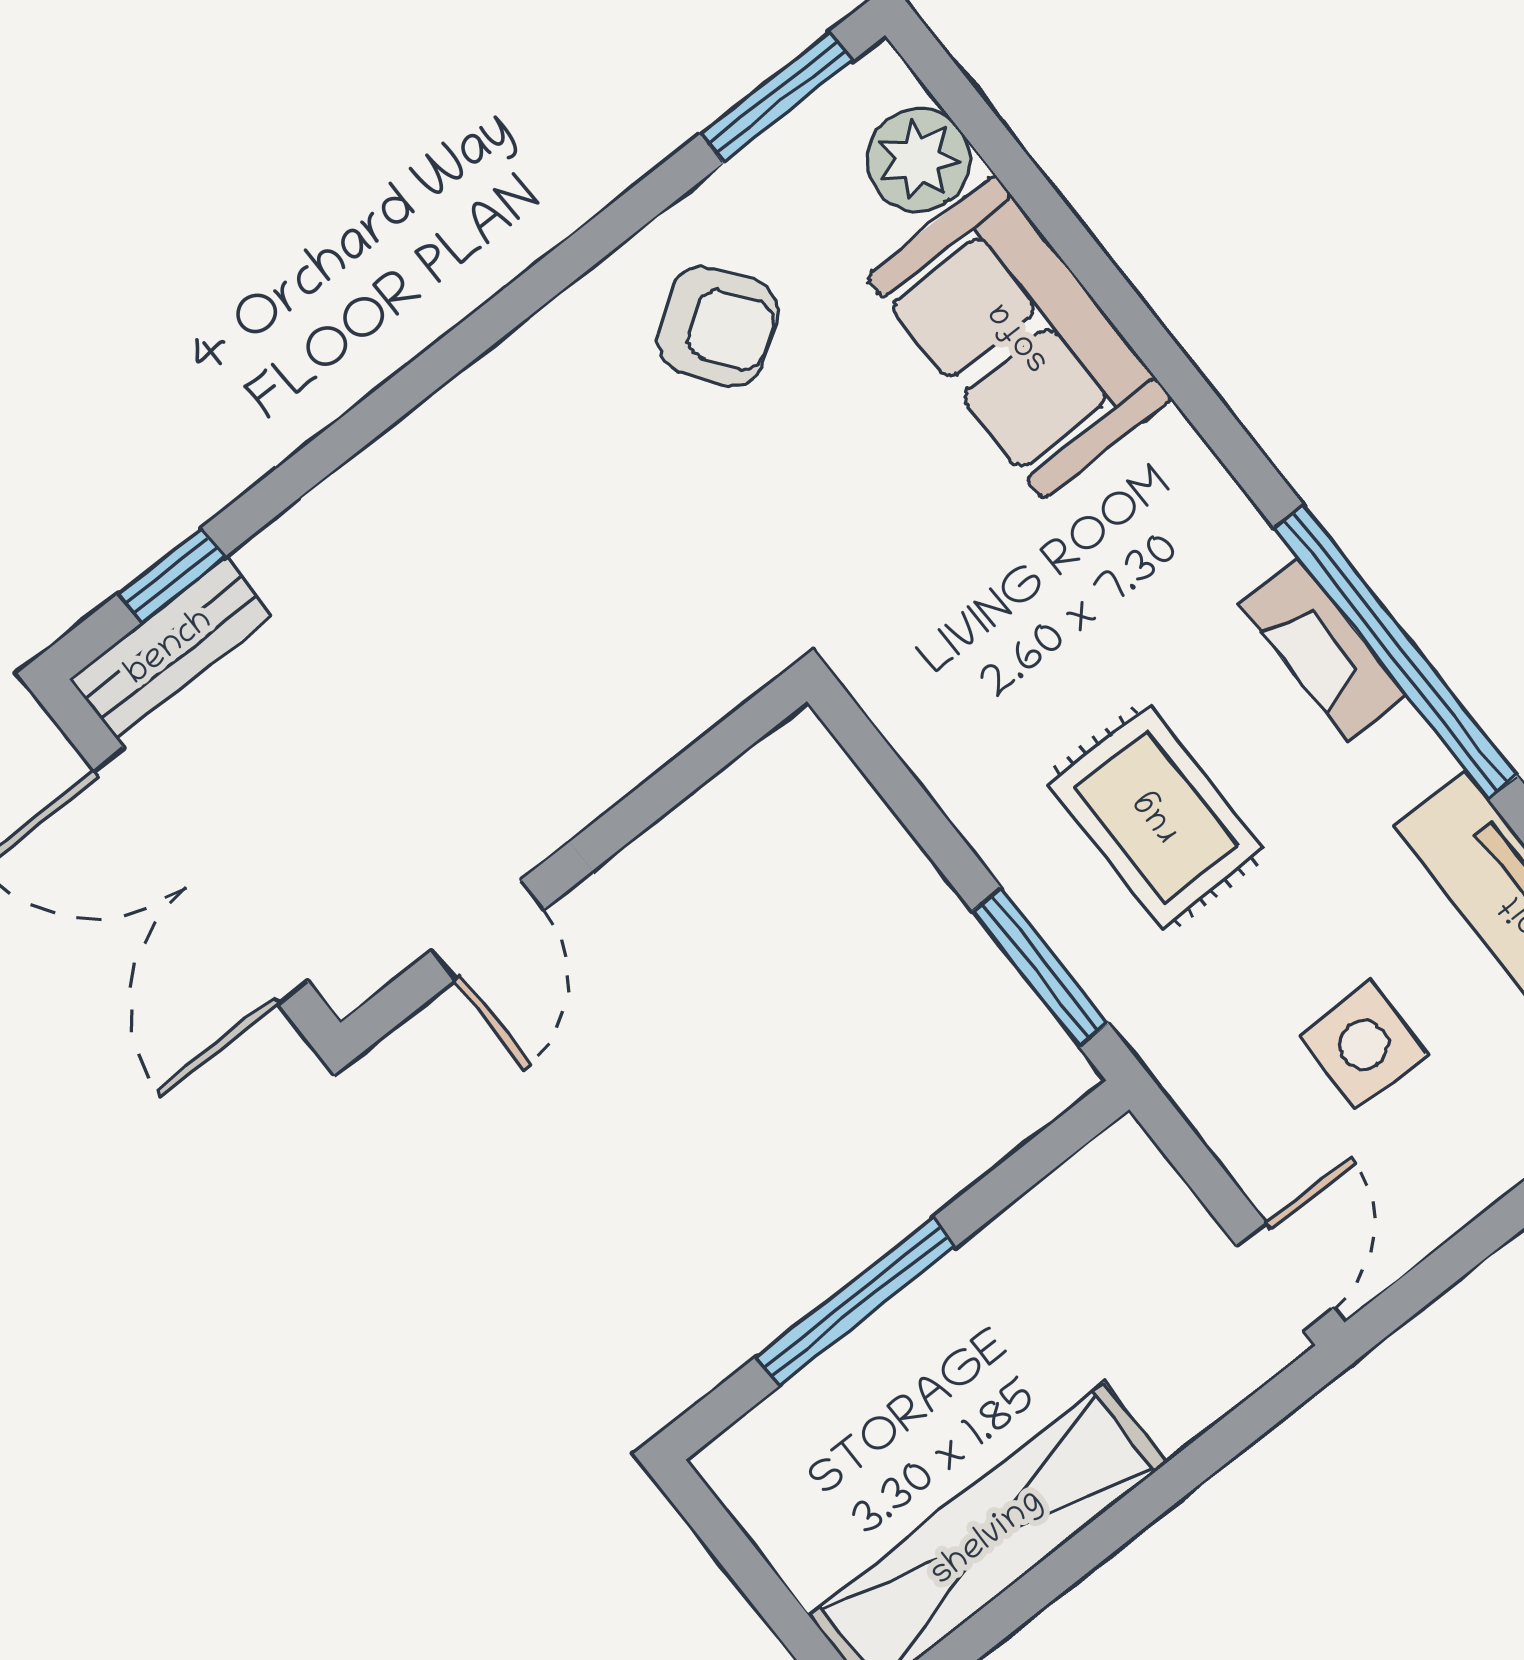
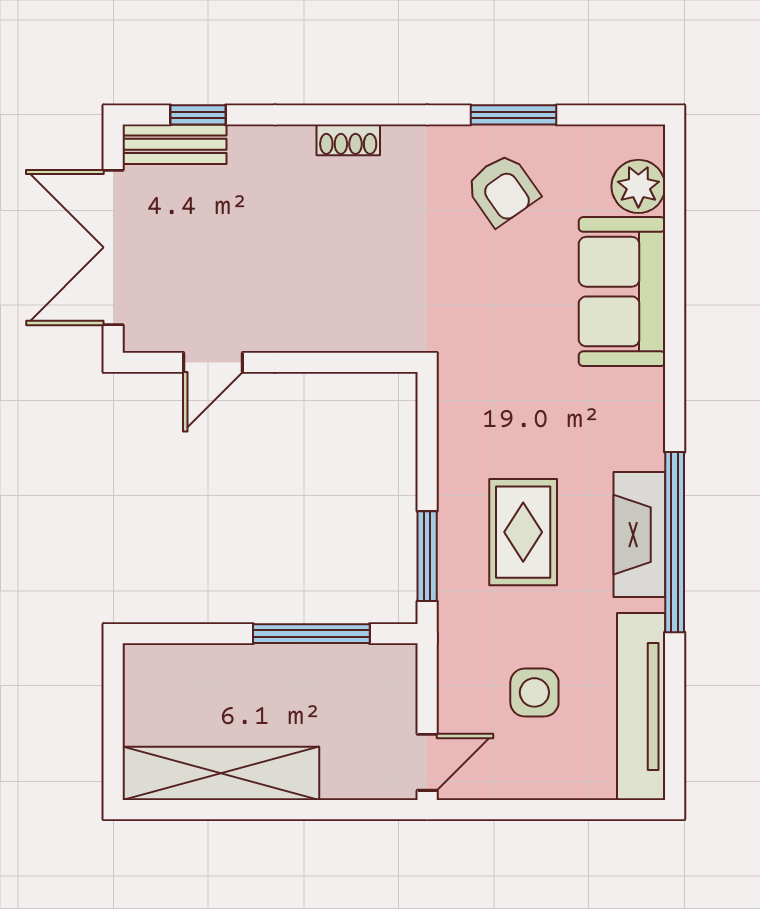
window: (777, 97) -> (514, 115), moved
shoe rack: (427, 434) -> (348, 140), added
fireplace: (1323, 650) -> (639, 535), width x1.37, depth x1.32
window: (856, 1302) -> (311, 634), moved

